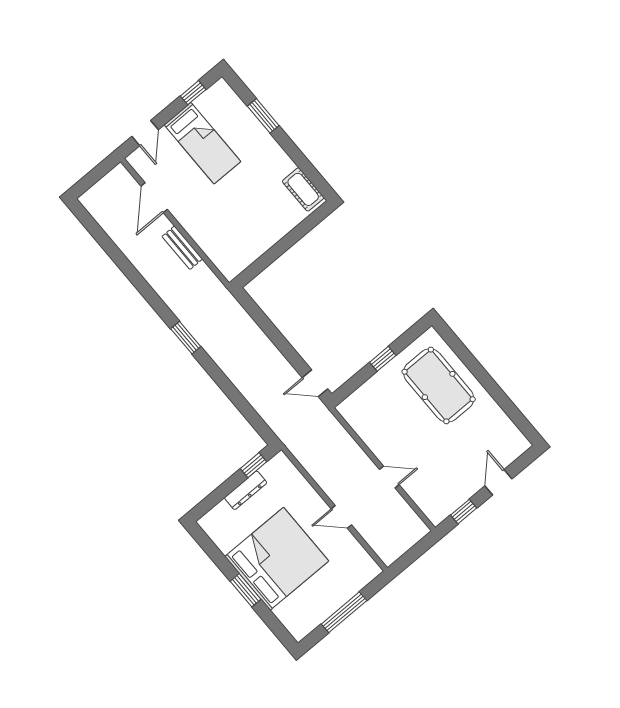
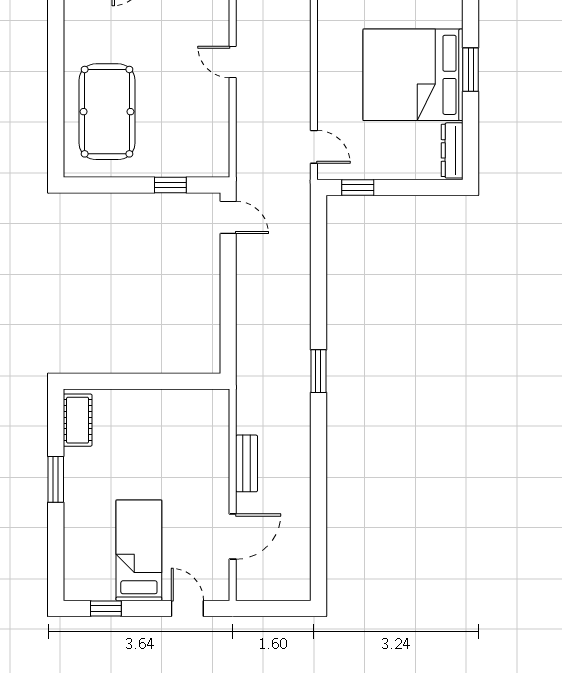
window: (263, 116) -> (56, 479), moved
door: (145, 133) -> (187, 609), hinge flipped
window: (383, 359) -> (170, 185), moved
dresser: (246, 490) -> (452, 150), moved, turned -90
door: (341, 517) -> (314, 147), moved

